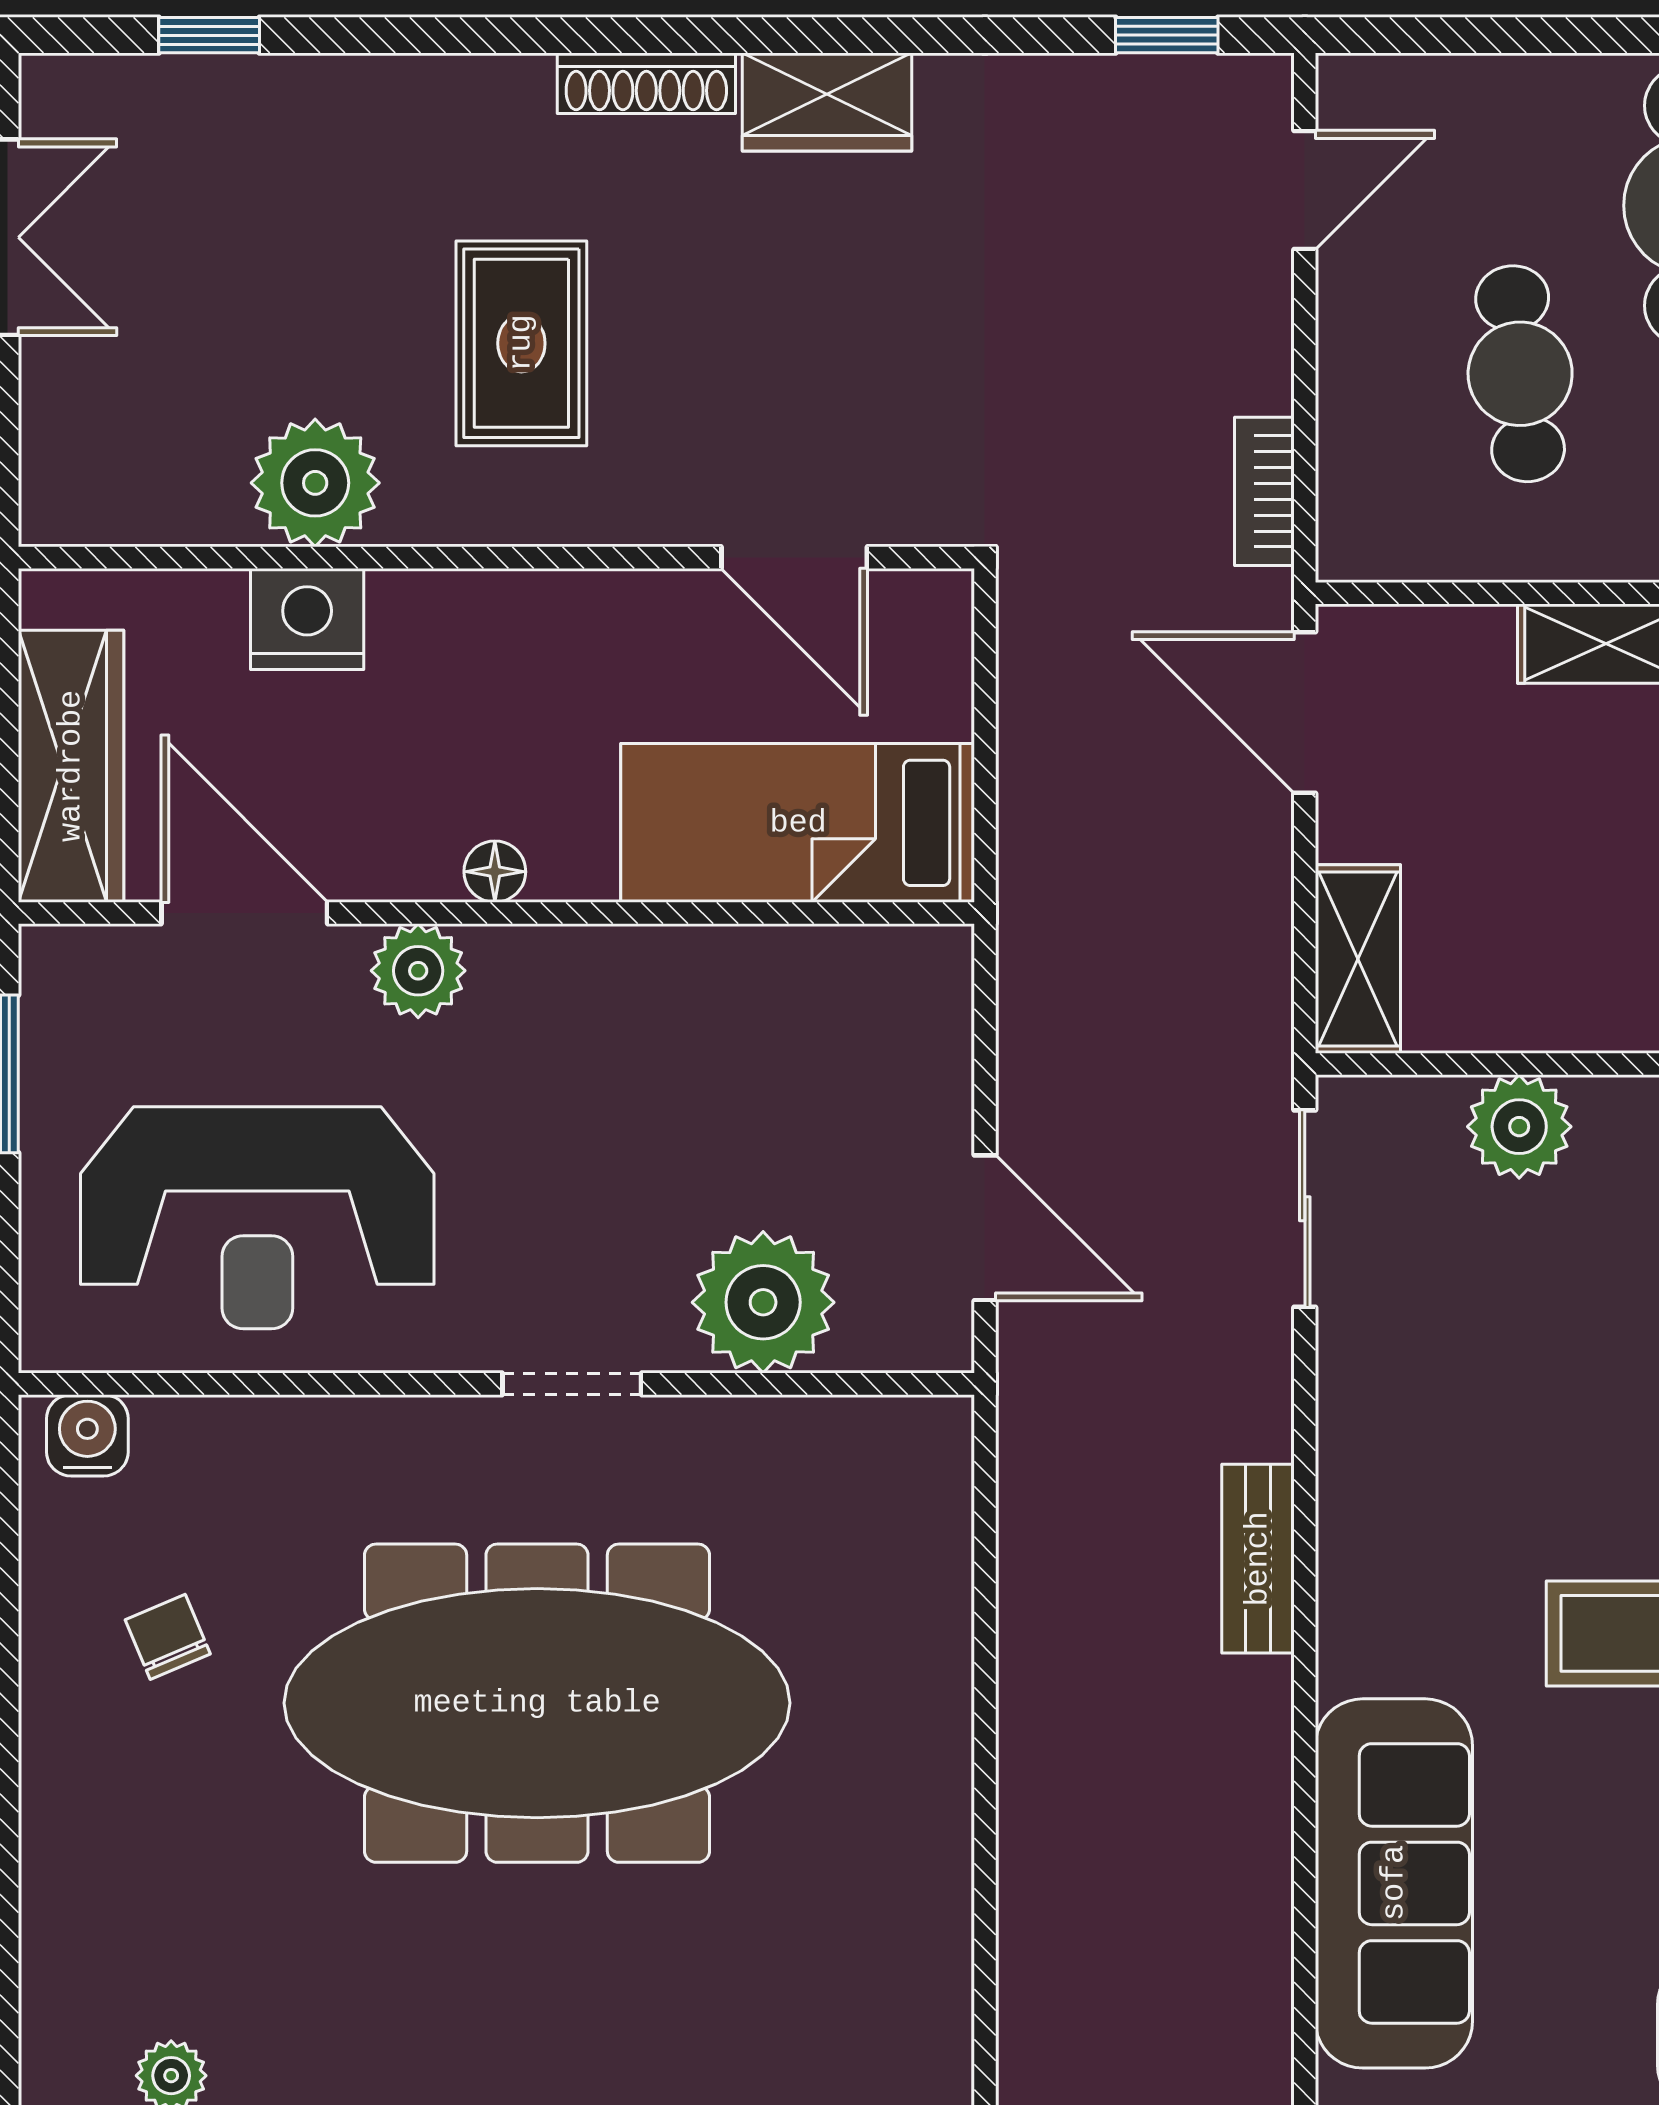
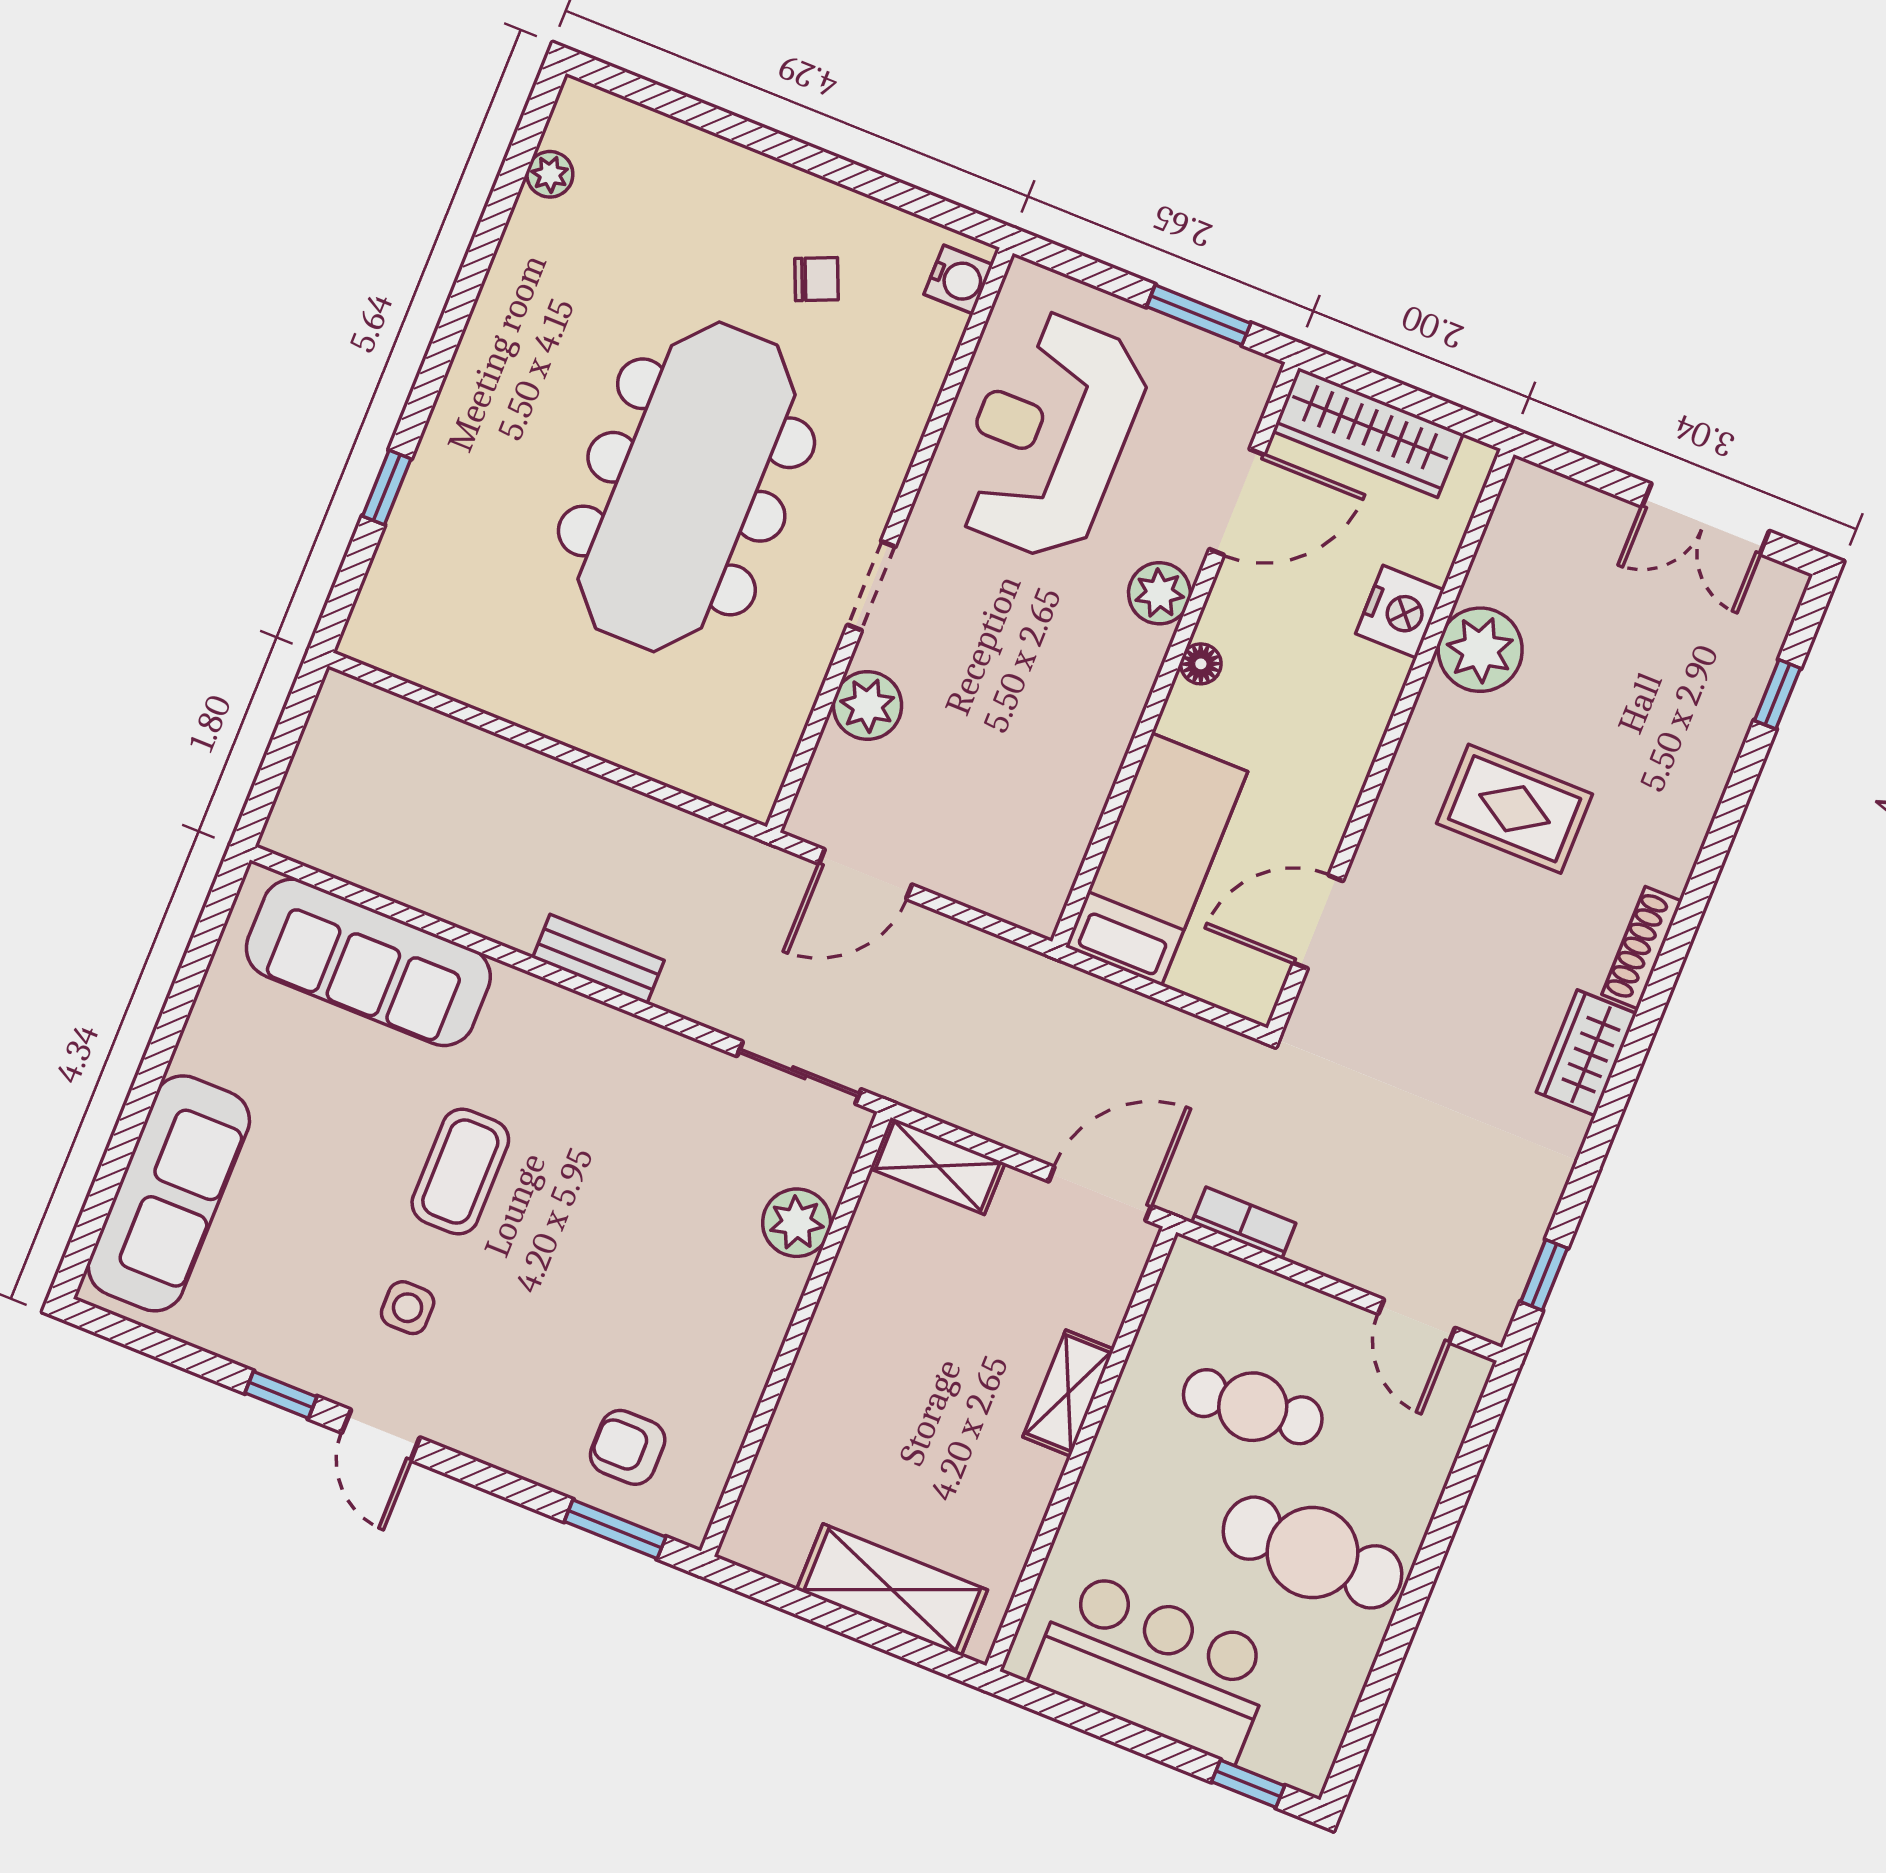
plant: (763, 1302) -> (868, 705), width x0.73, depth x0.73

